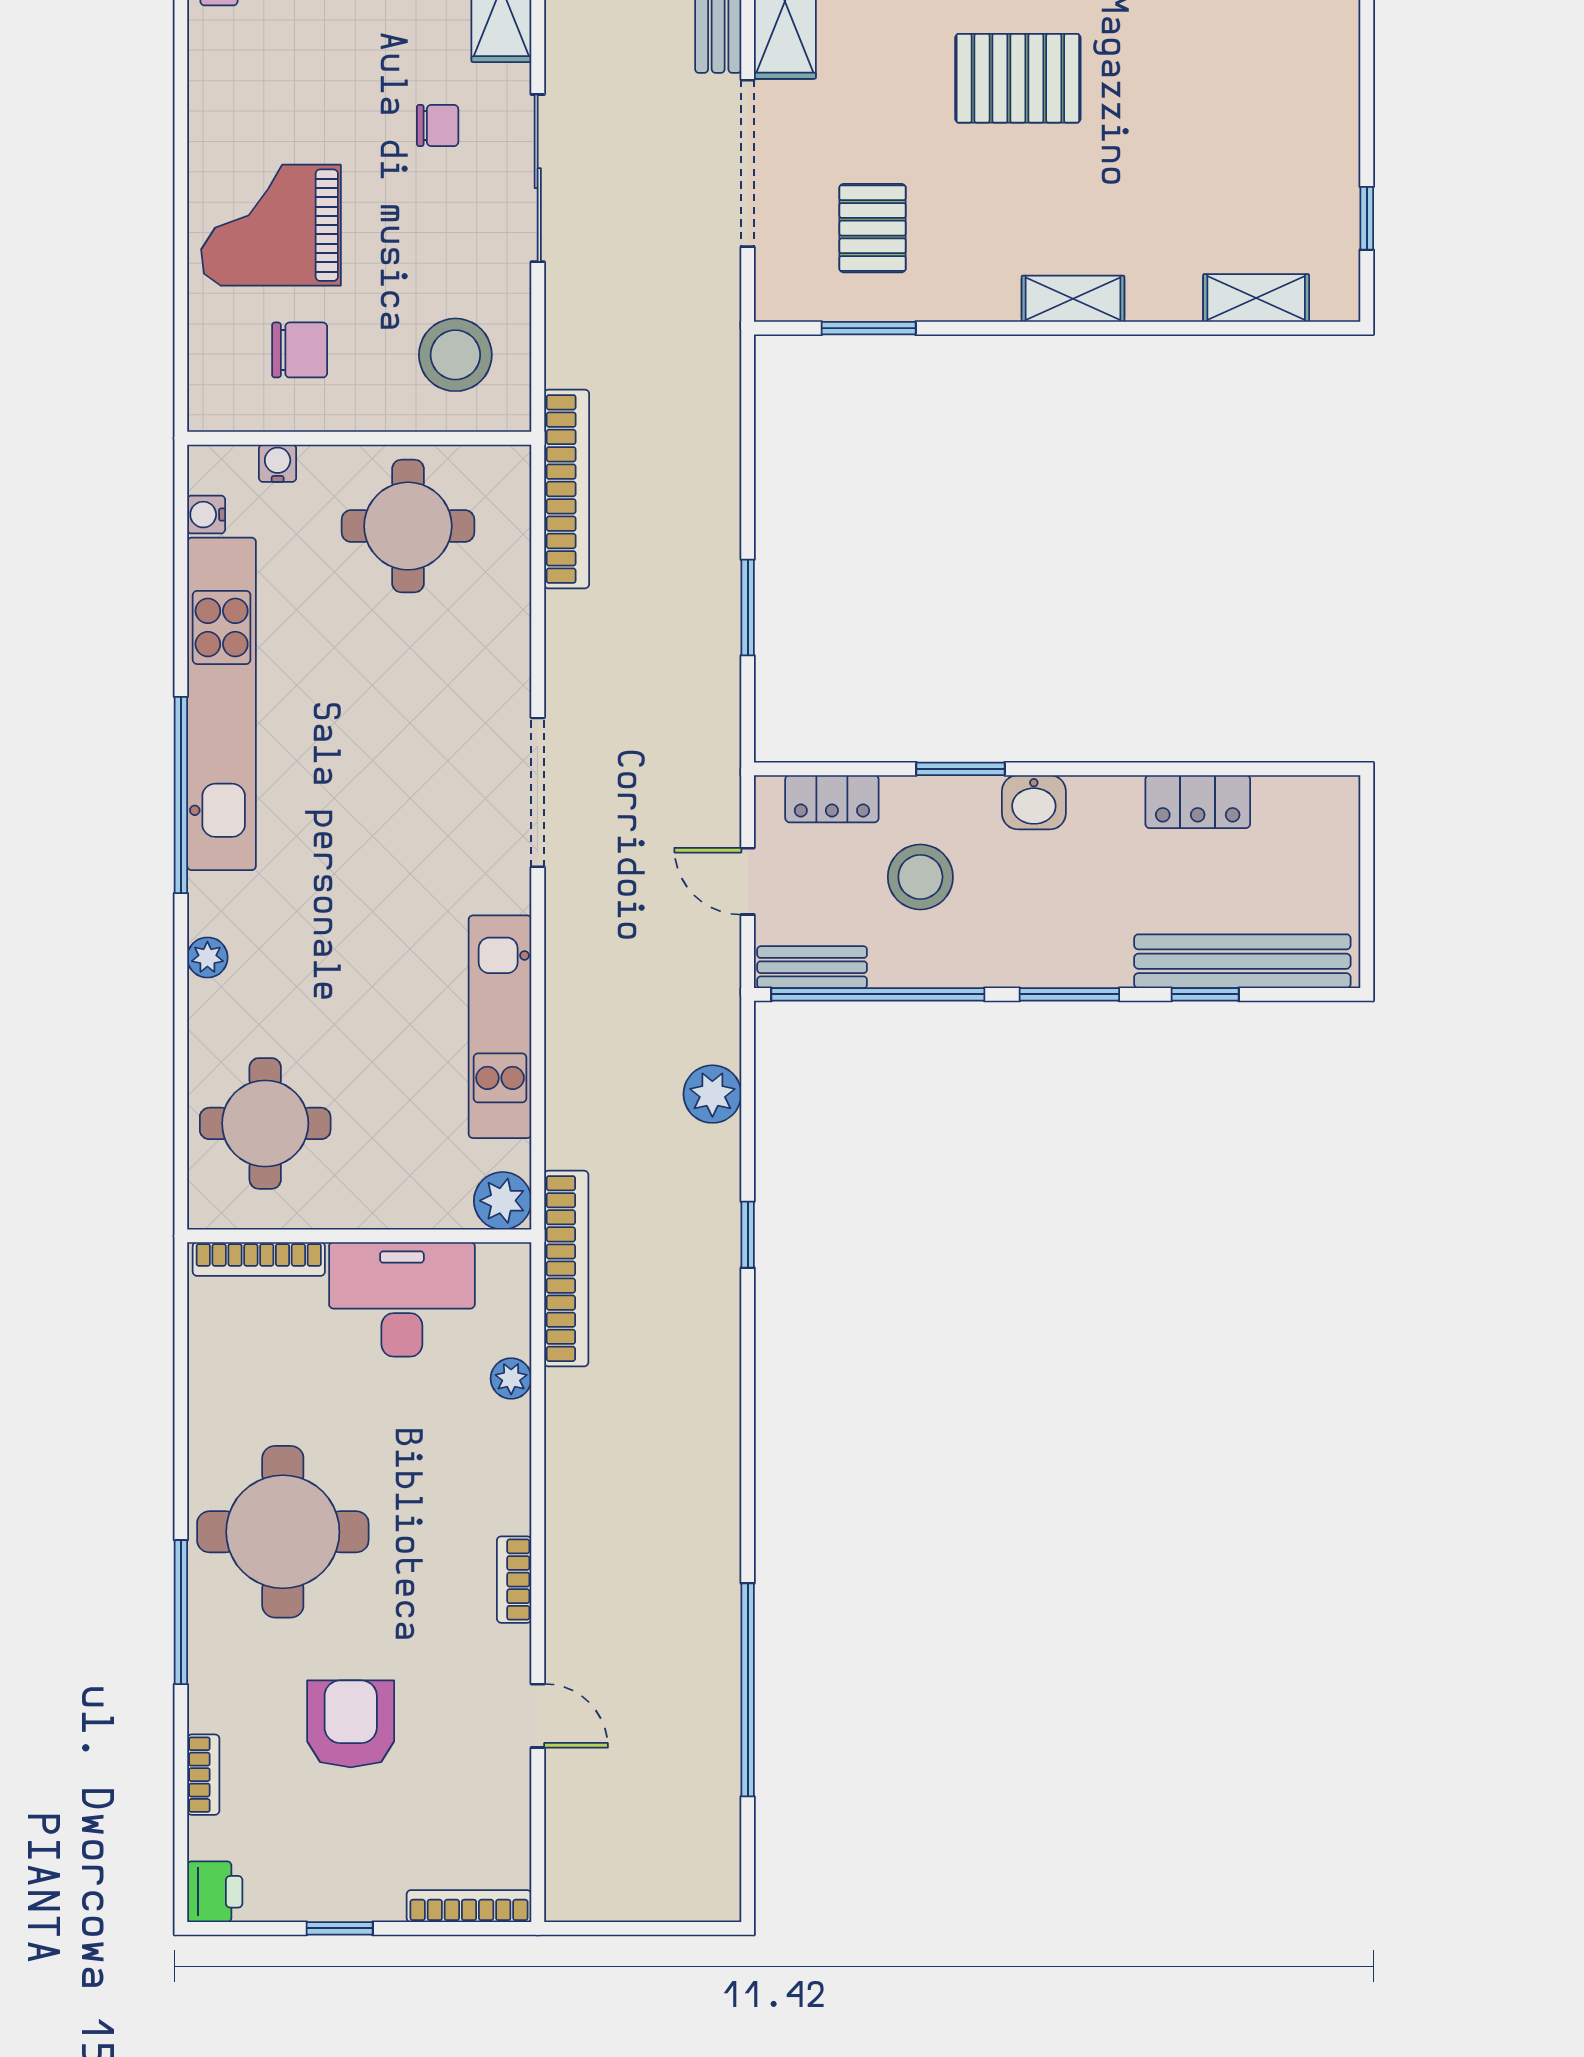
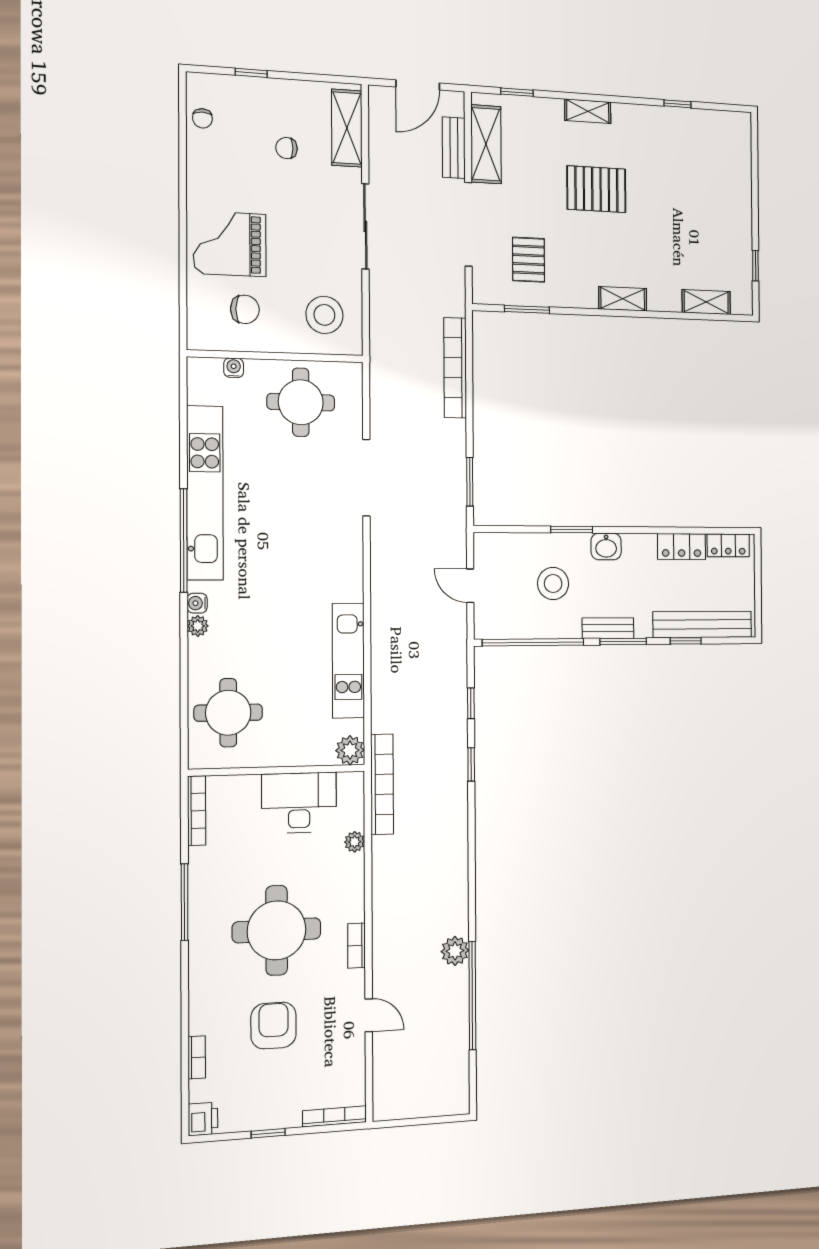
chair: (438, 126) -> (286, 148), moved, turned 180
bookcase: (567, 489) -> (455, 368), moved, turned 180
water cooler: (206, 515) -> (197, 603), moved
window: (748, 607) -> (470, 482), moved
doorway: (538, 792) -> (366, 478), moved
locker: (832, 799) -> (728, 545), moved
bench: (812, 967) -> (608, 628), moved
plant: (712, 1094) -> (455, 951), moved
window: (748, 1114) -> (471, 703), added
bookcase: (259, 1259) -> (197, 811), moved, turned -90
round table: (283, 1532) -> (277, 930), moved
window: (181, 1612) -> (185, 902), moved

